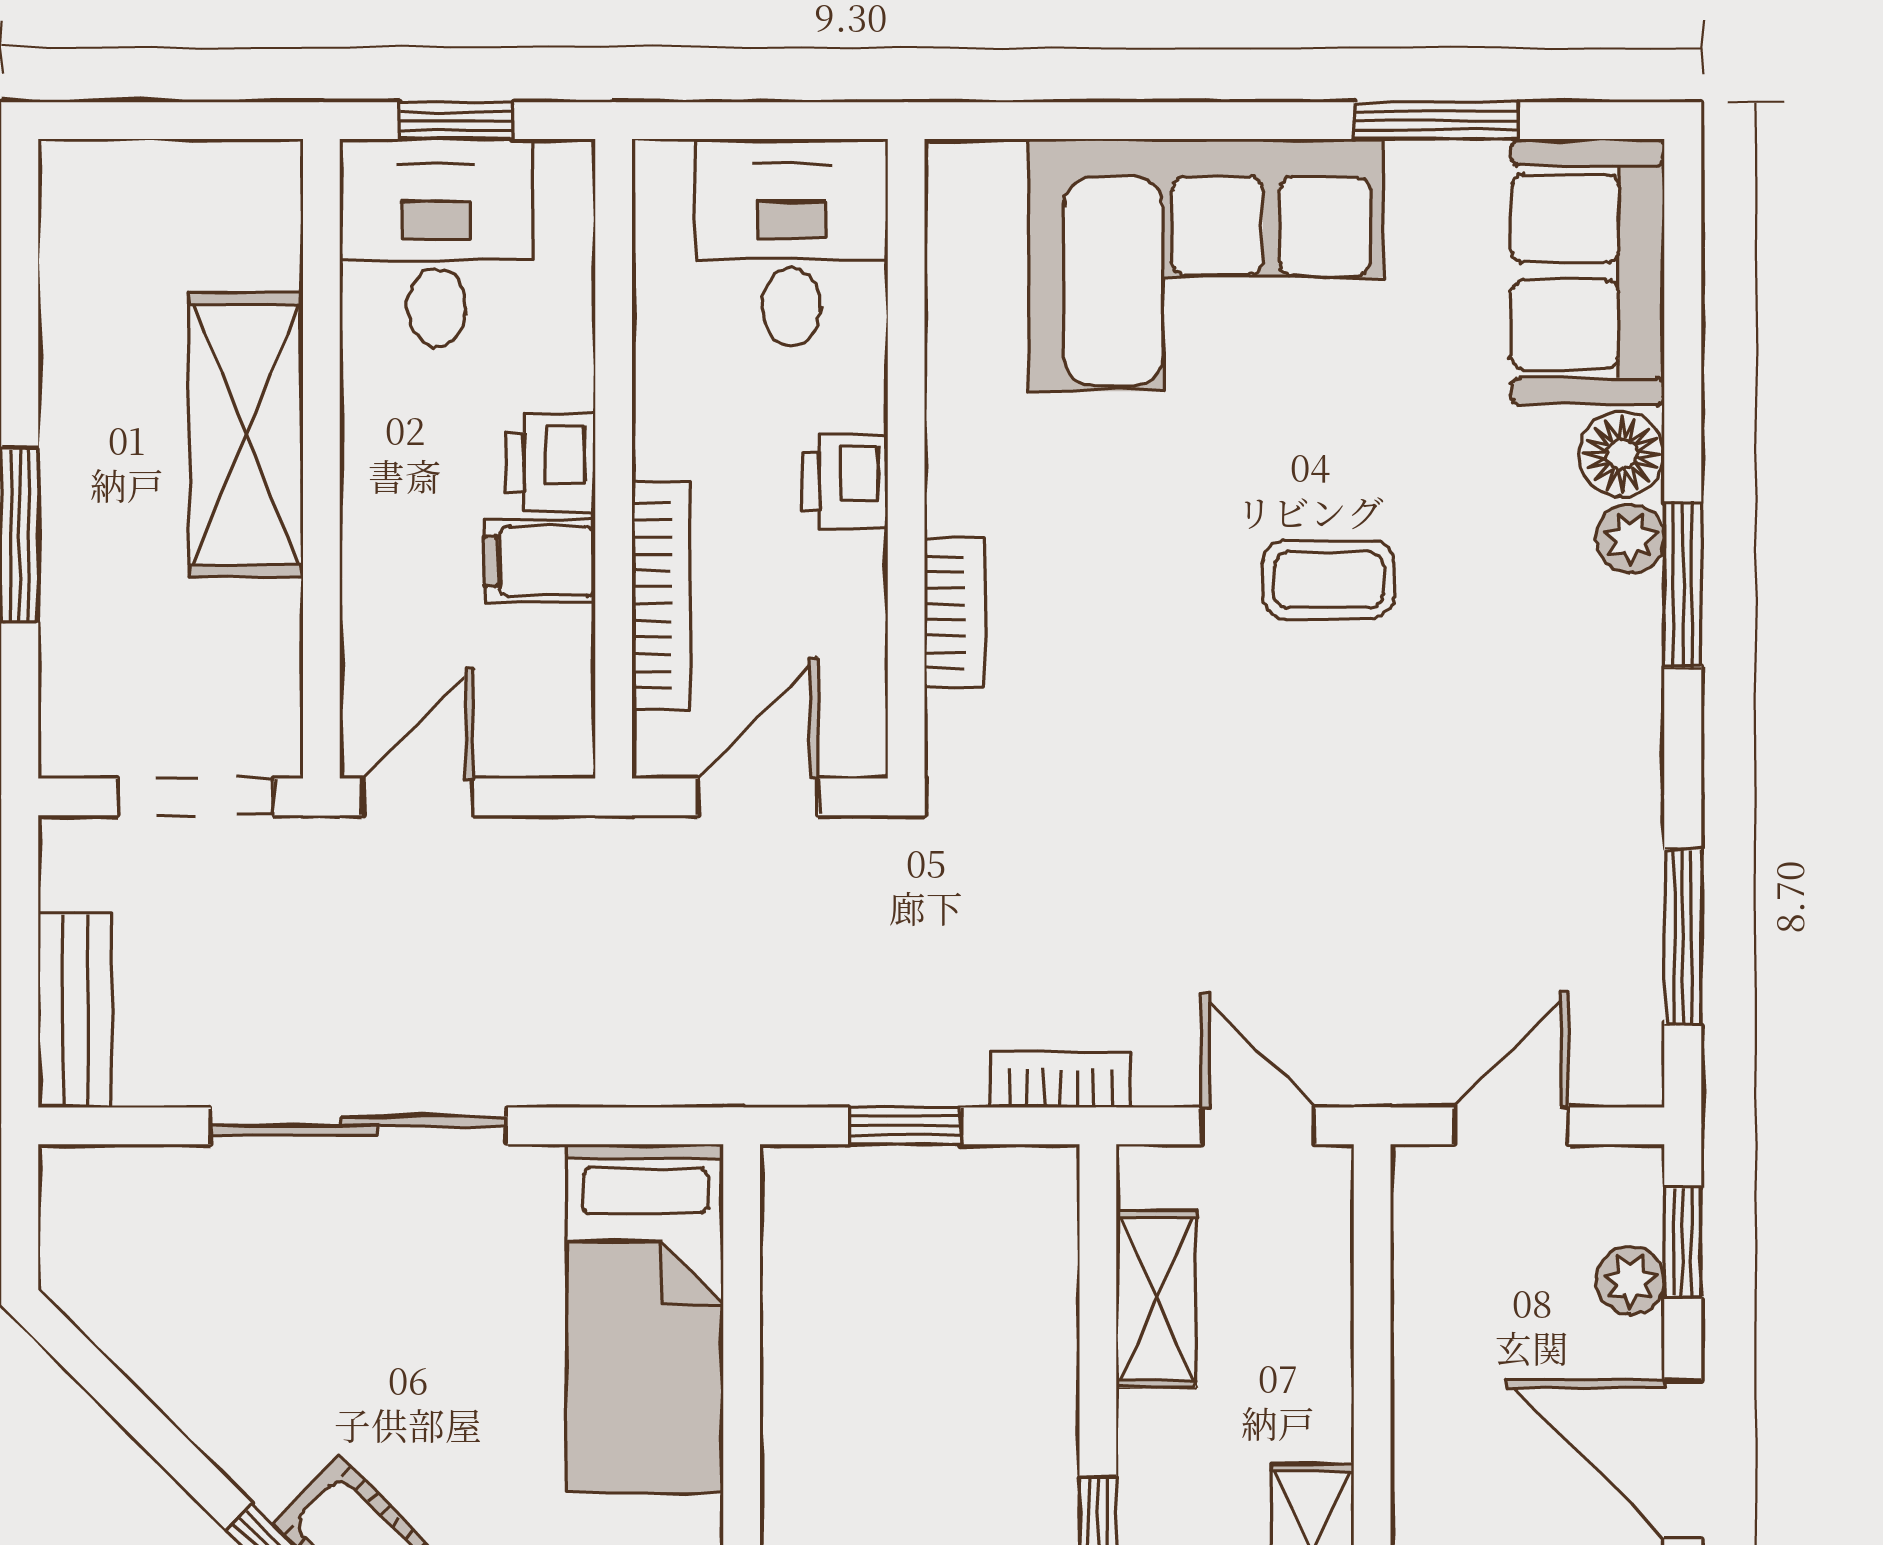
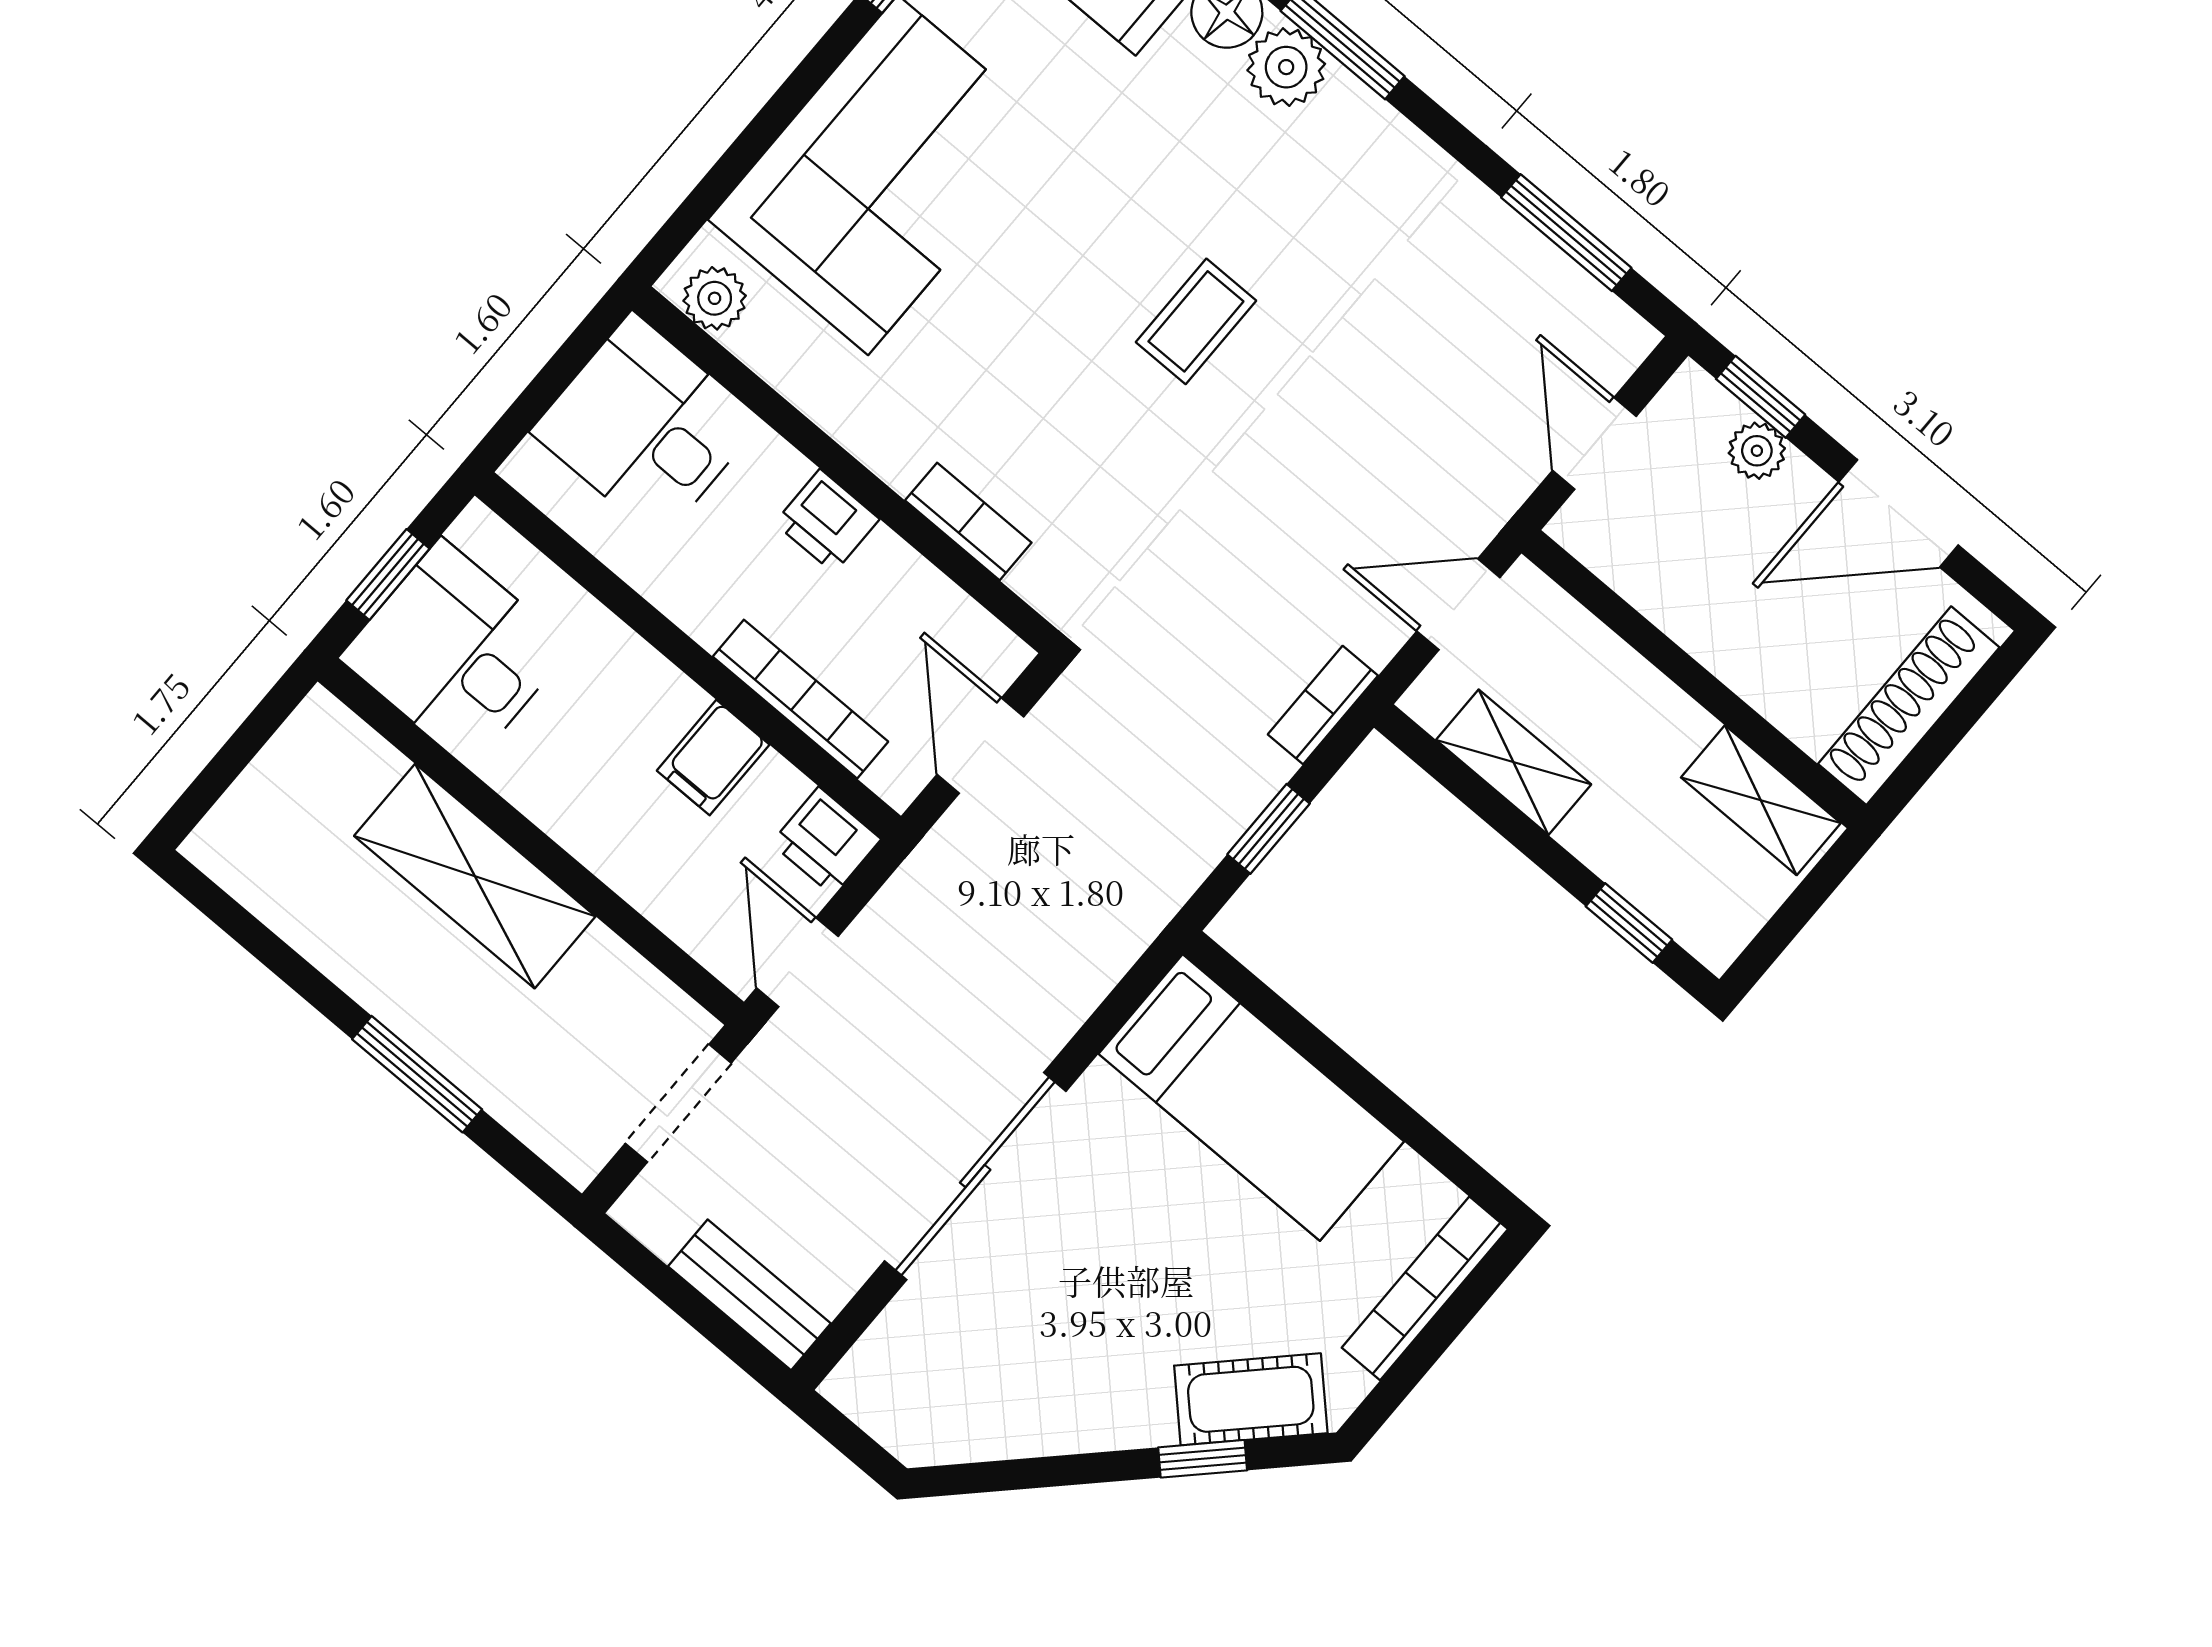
plant: (962, 206) -> (715, 298), added
printer: (551, 462) -> (826, 841), moved
plant: (1630, 538) -> (1286, 67), width x1.38, depth x1.38
coffee table: (1329, 580) -> (1196, 321), moved

